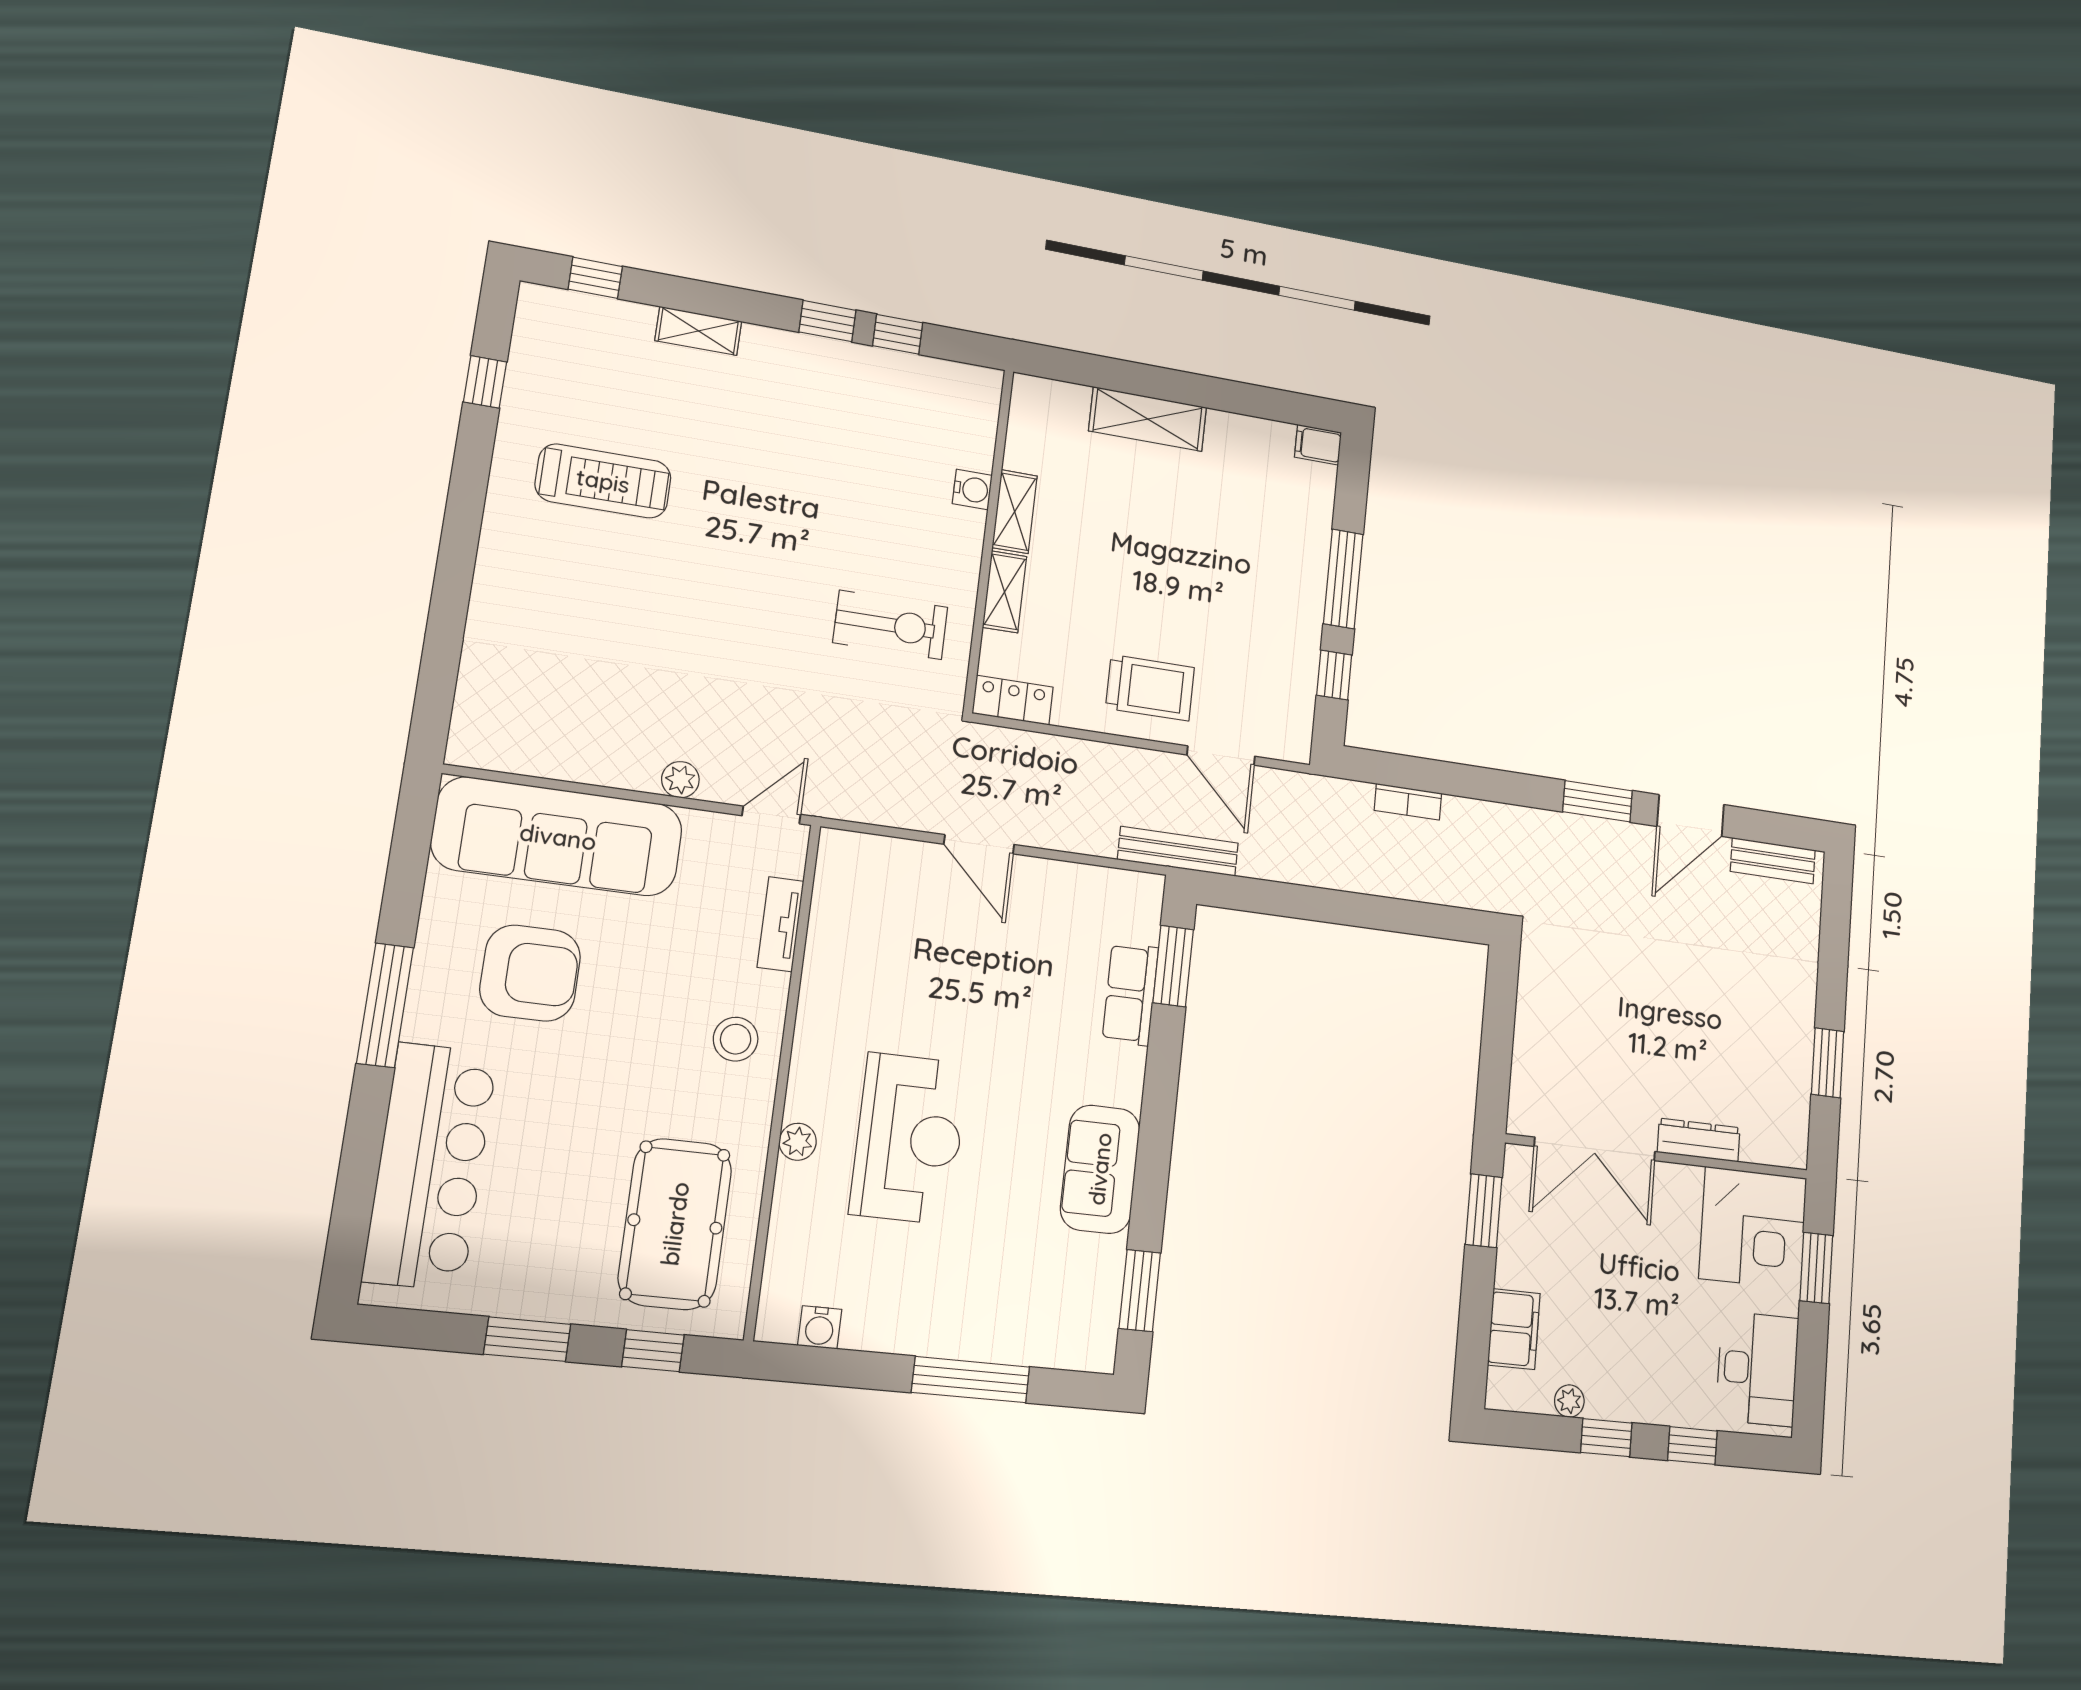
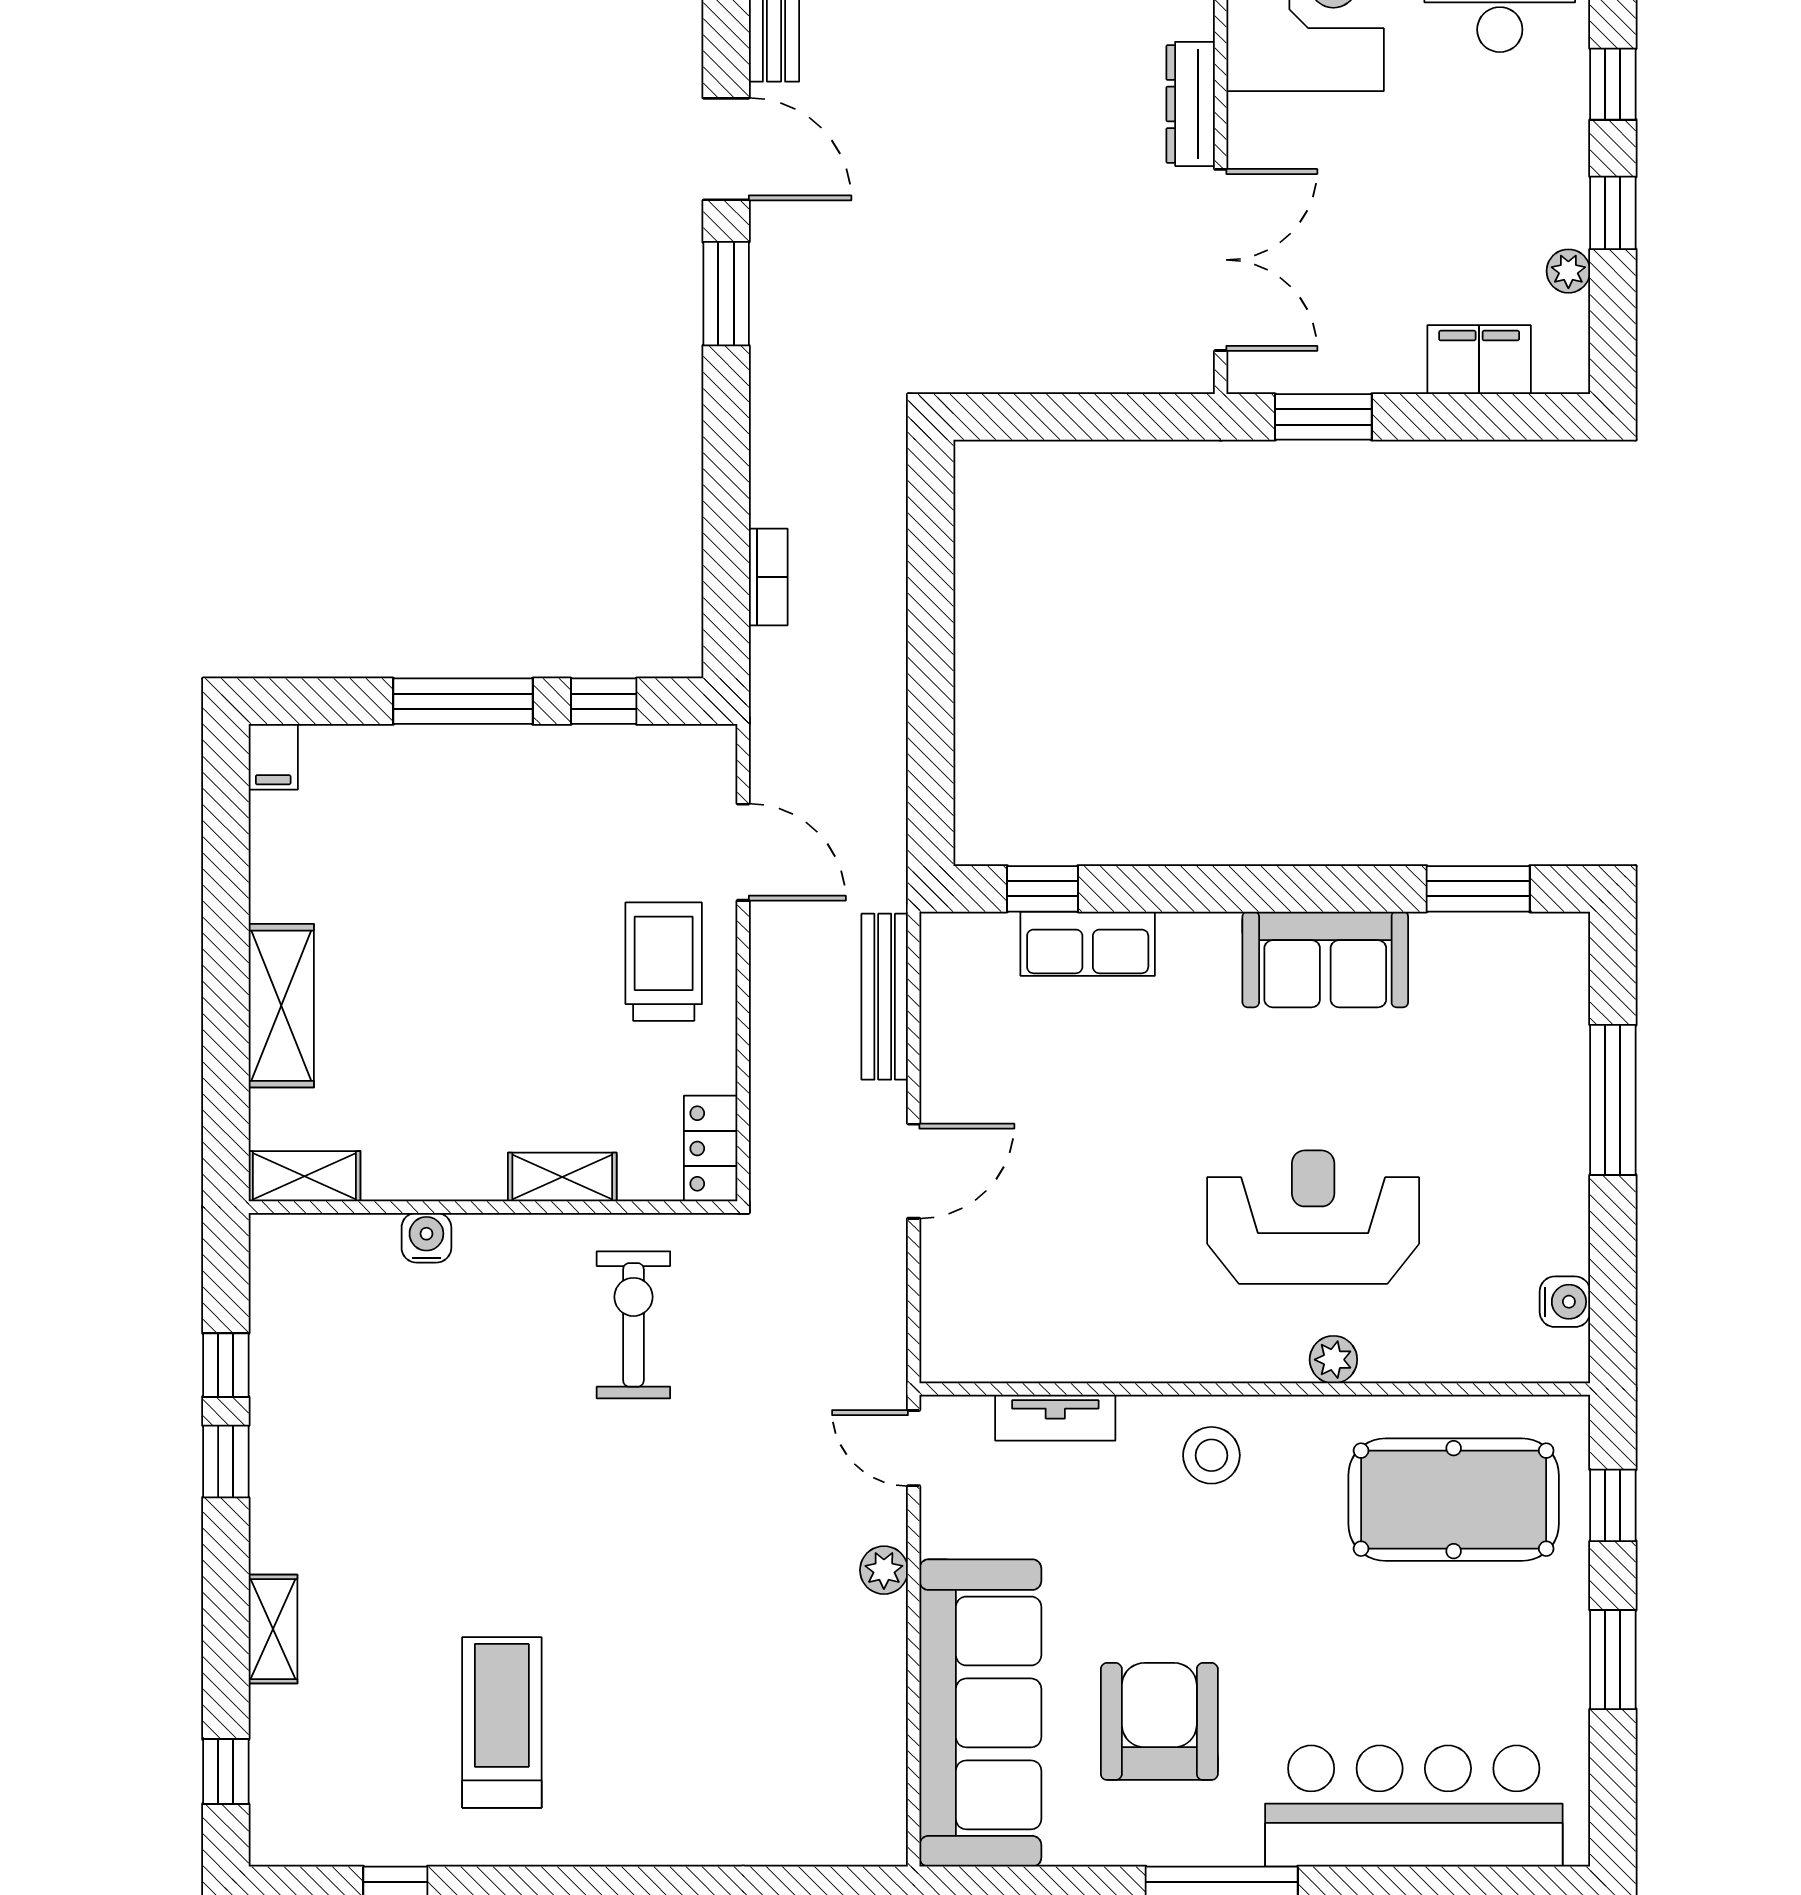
shelving: (1015, 512) -> (304, 1176), moved
door: (1221, 756) -> (743, 852), hinge flipped
bench: (1178, 851) -> (885, 997), moved
window: (1173, 966) -> (1043, 889), width x0.67

